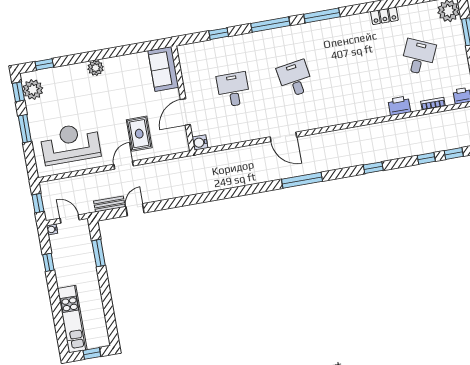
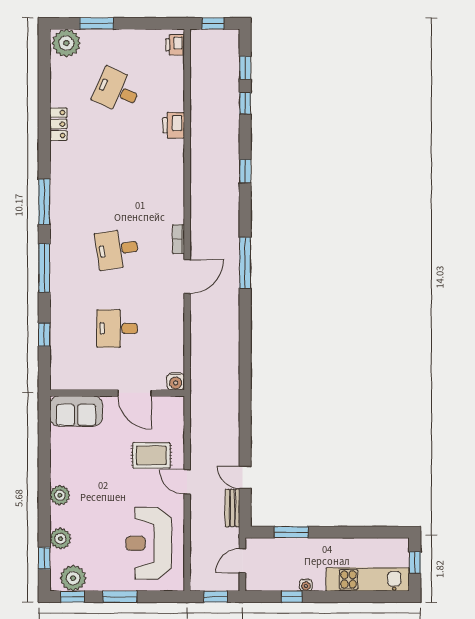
plant: (62, 74) -> (60, 539), added
bookcase: (433, 104) -> (178, 239), moved
water cooler: (52, 229) -> (306, 585), moved

